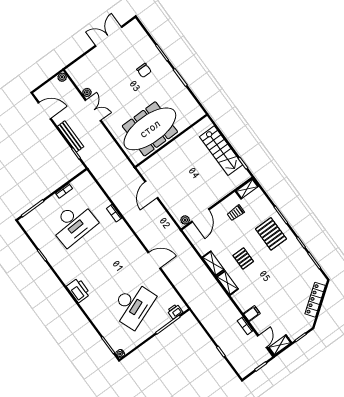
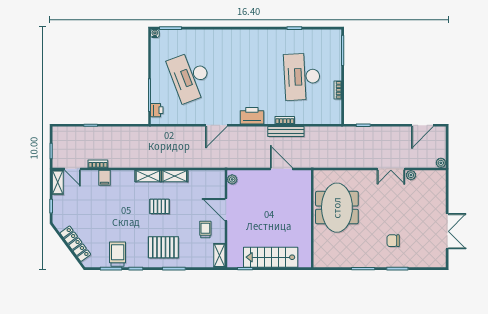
meeting table: (150, 129) -> (337, 208), width x0.73
bench: (71, 136) -> (286, 132), moved
door: (200, 216) -> (226, 210), moved
trolley: (300, 263) -> (118, 254), added
printer: (78, 290) -> (252, 116), moved, turned 180

